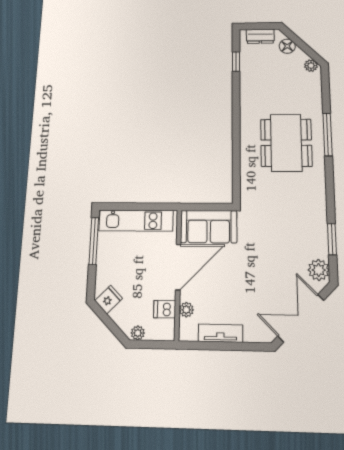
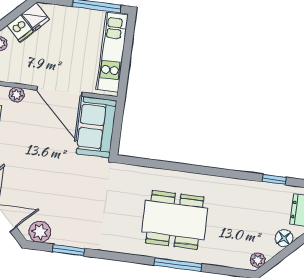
dishwasher: (165, 309) -> (20, 28), moved, turned 135

